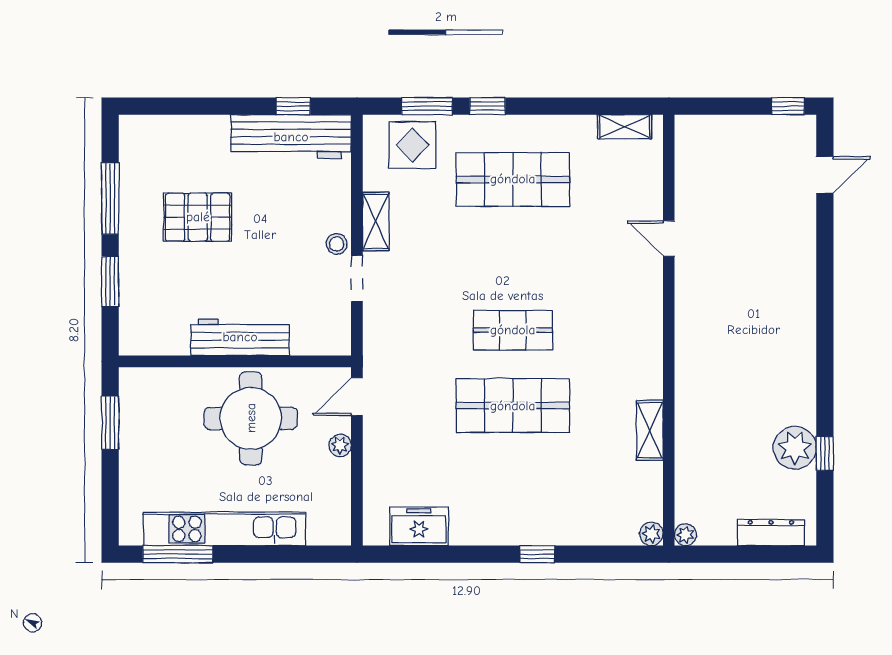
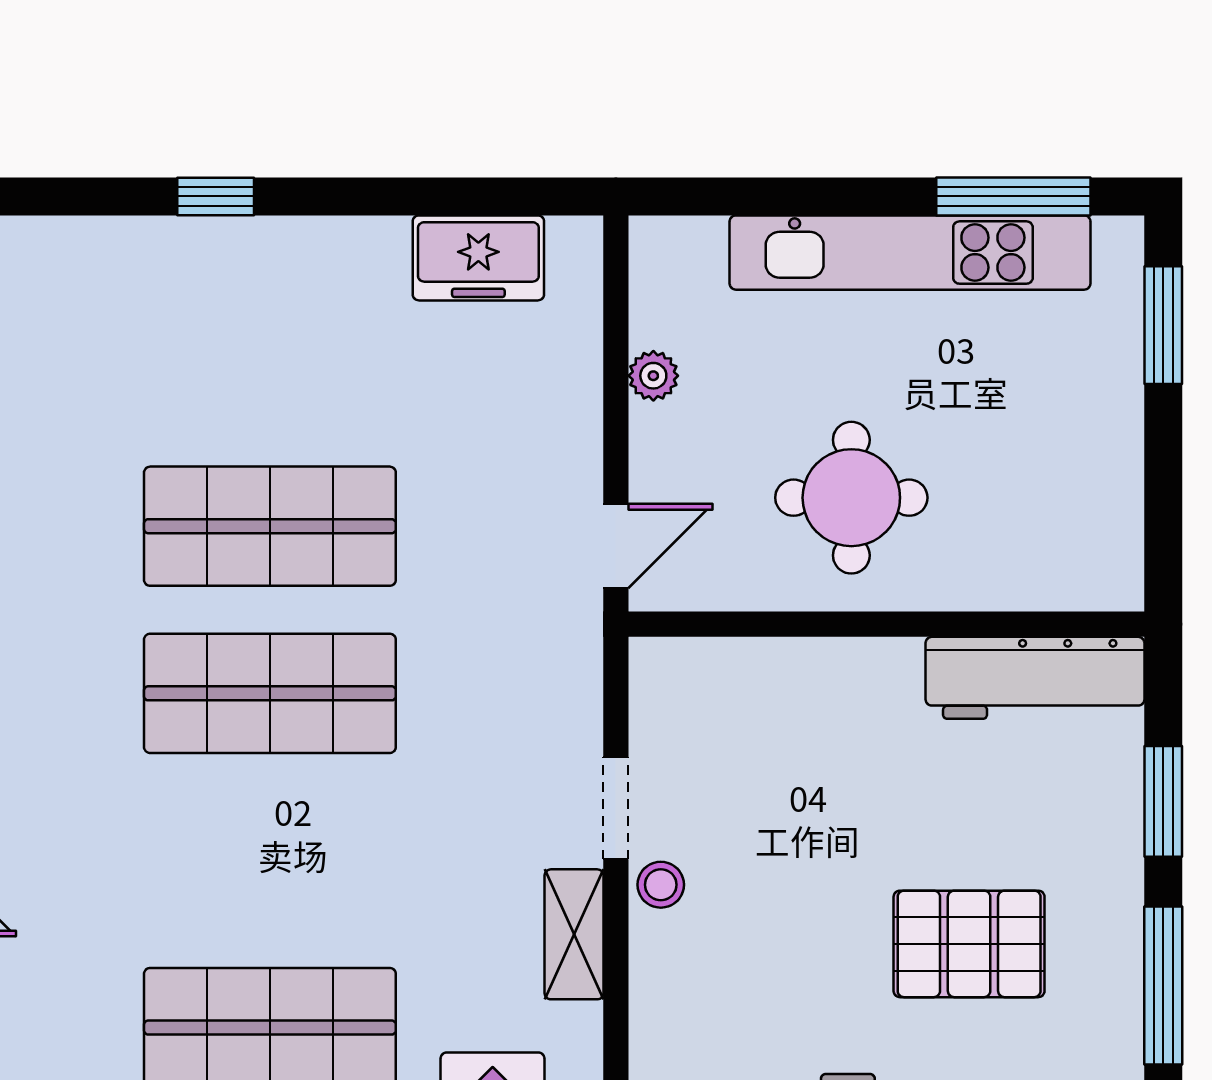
shop shelf: (513, 330) -> (270, 693), width x1.43, depth x1.36
workbench: (240, 337) -> (1035, 678), moved
round table: (251, 418) -> (851, 498), width x0.73, depth x0.73
window: (110, 423) -> (1163, 325), moved
plant: (340, 445) -> (653, 376), moved

